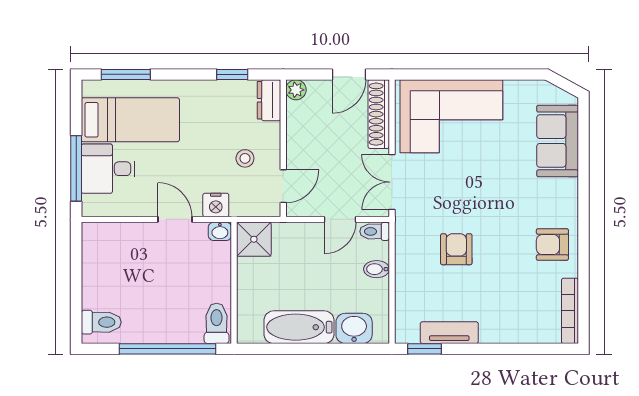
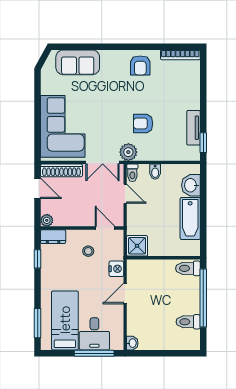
plant: (409, 225) -> (128, 152), added
washbasin: (220, 231) -> (132, 343), moved
toilet: (101, 322) -> (188, 322), moved, turned -90

